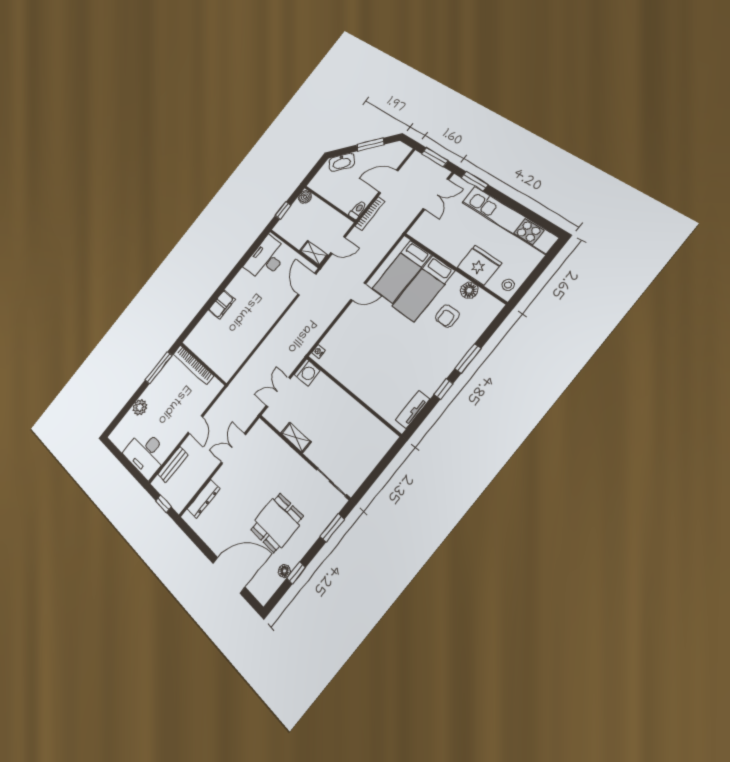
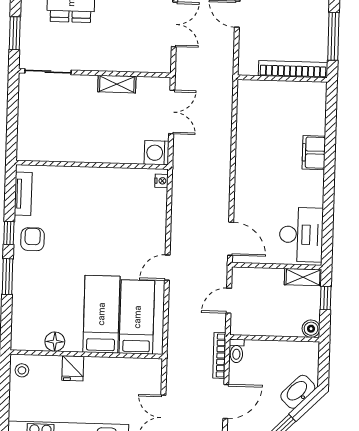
shelving: (314, 253) -> (303, 277), moved
fridge: (479, 265) -> (73, 368), width x0.53, depth x0.75
armchair: (447, 316) -> (33, 239), moved

